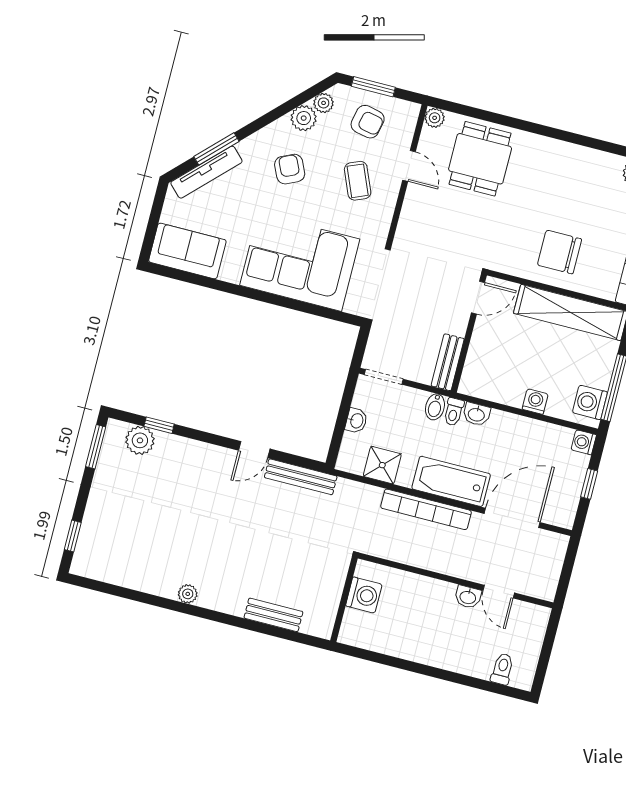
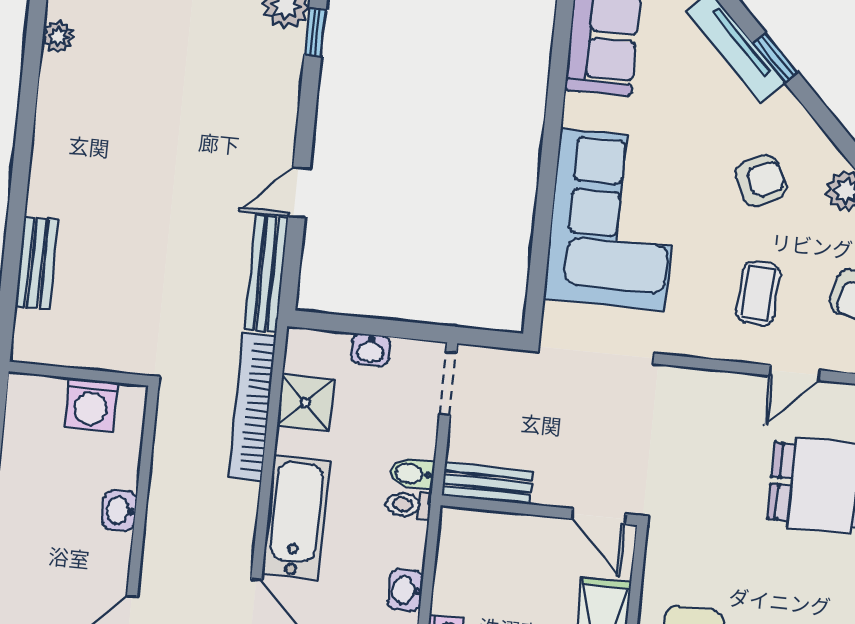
window: (216, 149) -> (775, 58), width x0.67
coffee table: (358, 181) -> (758, 293), turned -63
washbasin: (476, 414) -> (406, 590), moved
door: (254, 450) -> (299, 192), hinge flipped
bookcase: (426, 509) -> (252, 407), moved
plant: (188, 594) -> (58, 37), moved
washbasin: (468, 597) -> (120, 510), moved

